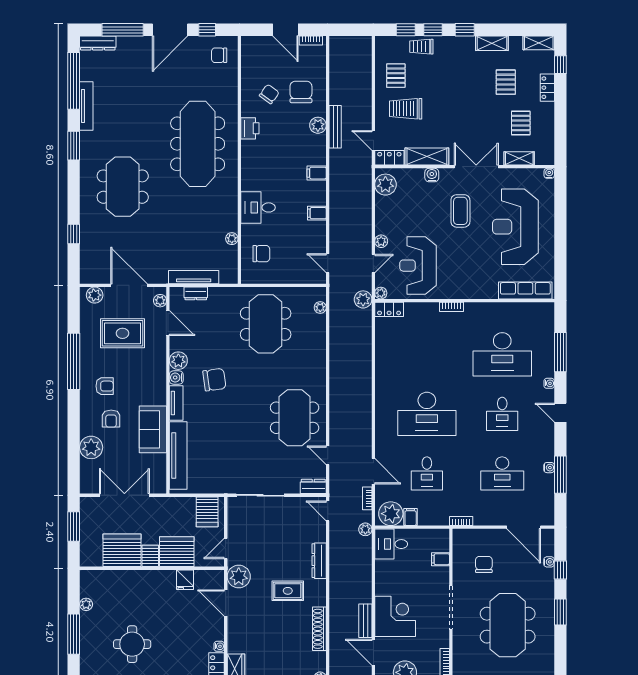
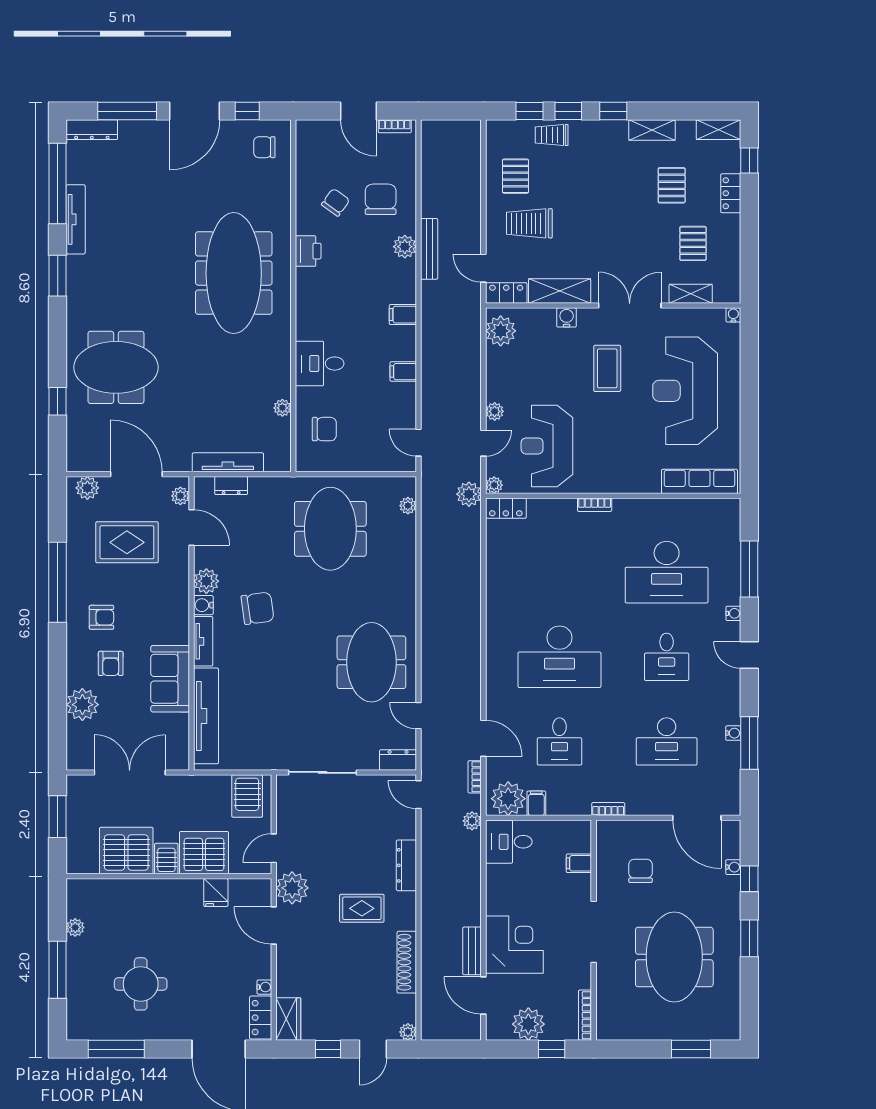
meeting table: (123, 187) -> (116, 367), moved, turned 90

